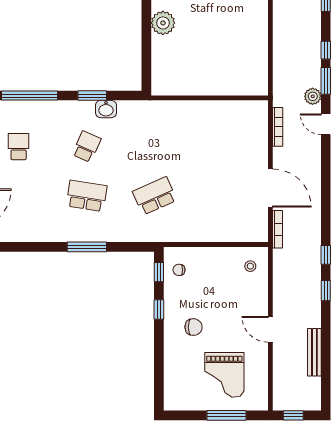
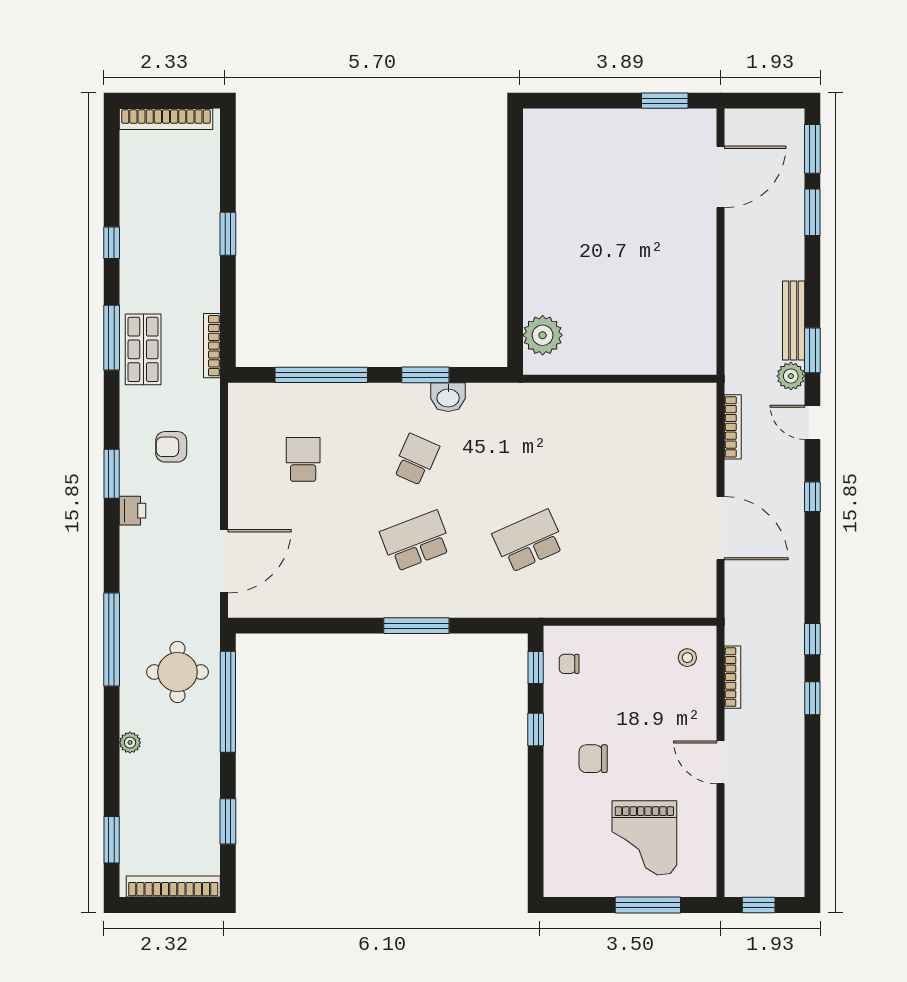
plant: (163, 23) -> (543, 335), moved
window: (326, 50) -> (812, 497), moved
school desk: (87, 196) -> (416, 541), turned -30
bookcase: (278, 229) -> (733, 677), moved
chair: (194, 327) -> (593, 759), turned 180
bench: (314, 352) -> (794, 321), moved

